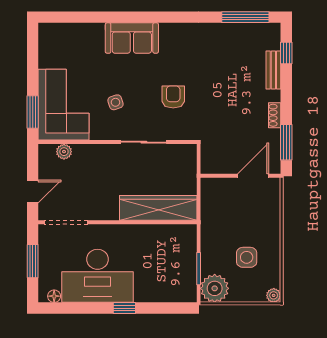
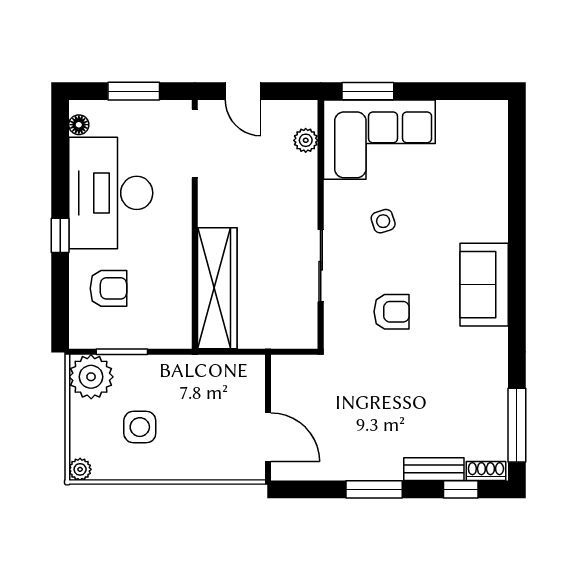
sofa: (132, 38) -> (484, 285), moved
shoe rack: (275, 115) -> (486, 471), moved
window: (286, 142) -> (374, 489), moved
armchair: (158, 277) -> (108, 288), added

